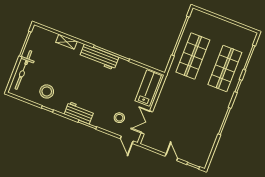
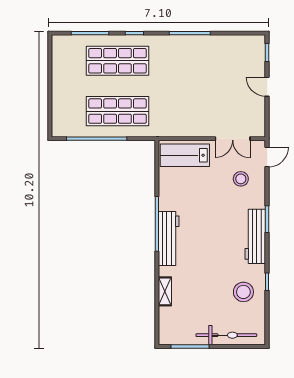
workbench: (79, 113) -> (255, 236), width x1.38
door: (171, 157) -> (267, 87), hinge flipped

